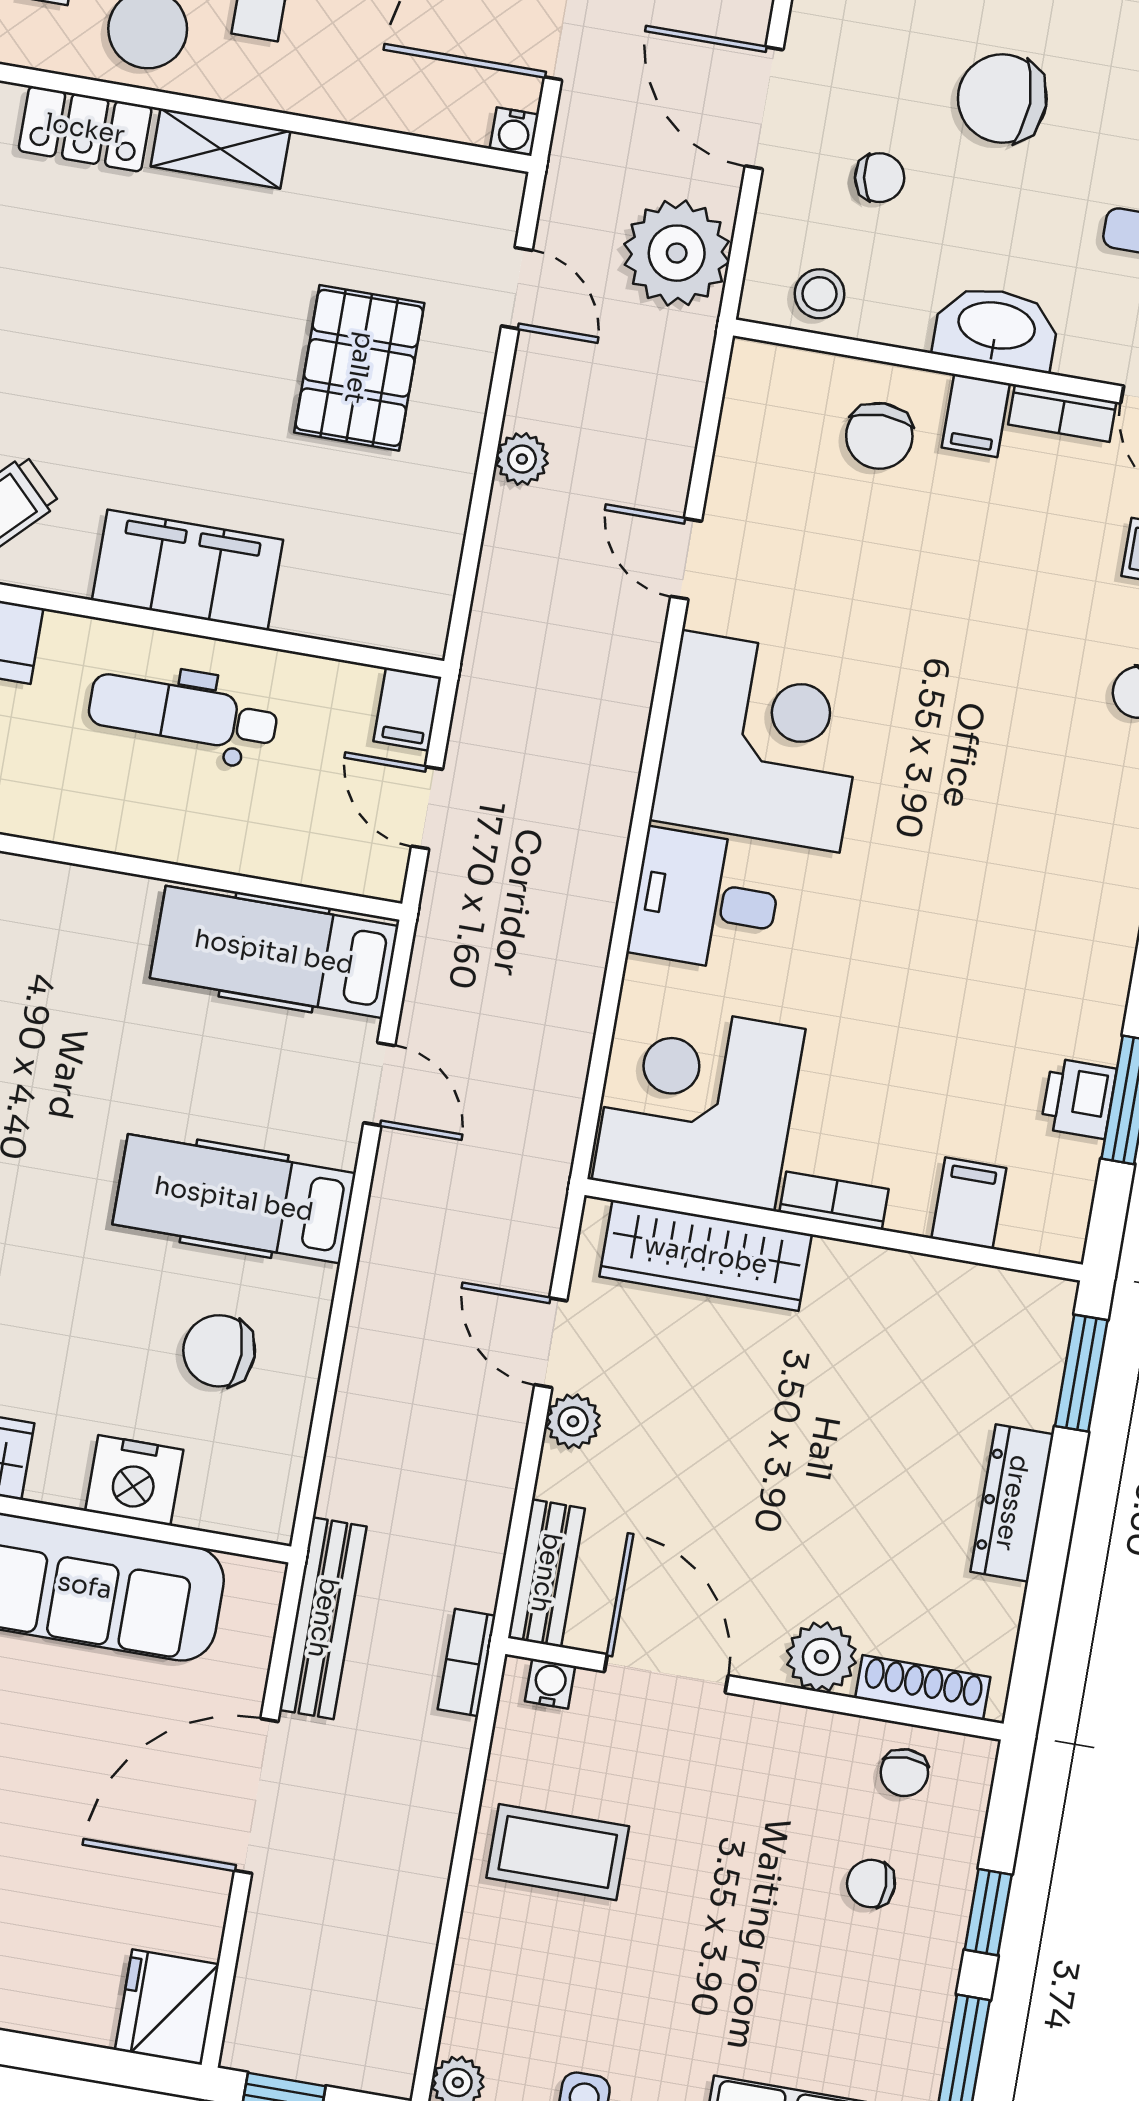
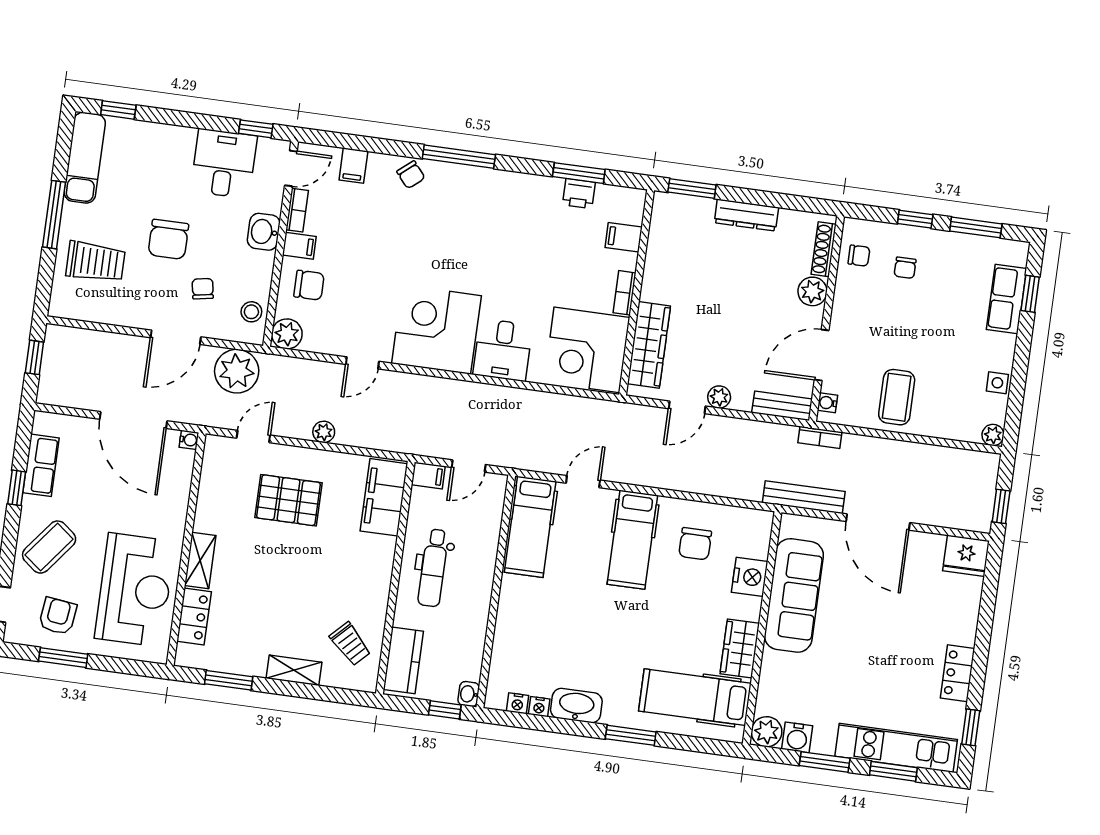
washbasin: (996, 328) -> (264, 232), width x0.72
plant: (763, 378) -> (287, 334), added
filing cabinet: (188, 570) -> (384, 497), moved

